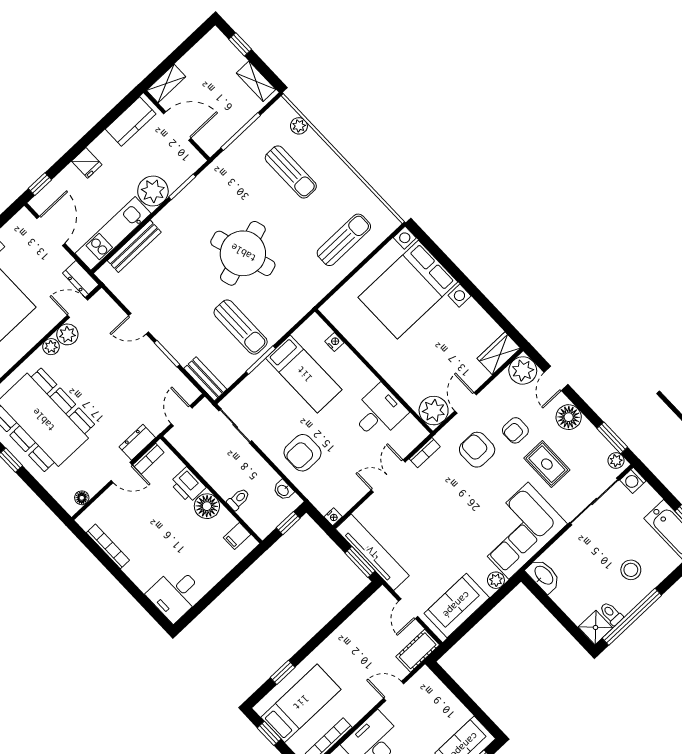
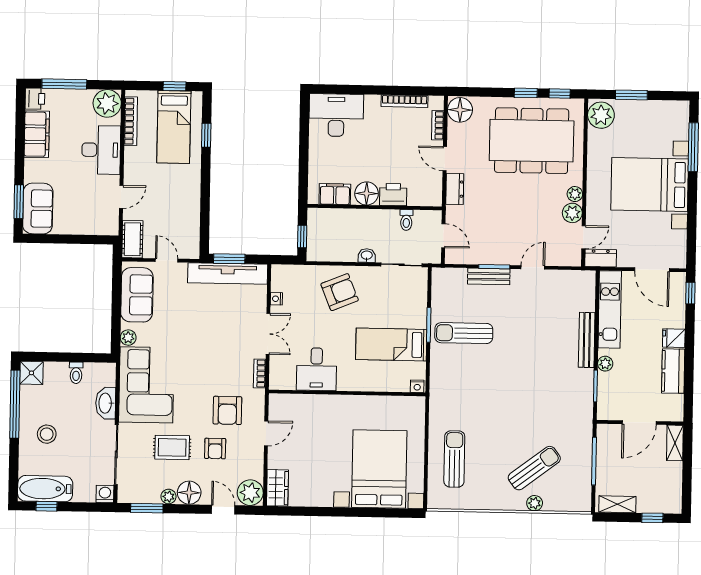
kitchen counter: (131, 122) -> (673, 371), moved
plant: (299, 126) -> (535, 503), moved
sun lounger: (291, 172) -> (534, 468), turned 143
plant: (153, 191) -> (605, 364), width x0.53, depth x0.53
sun lounger: (344, 240) -> (454, 459), turned 180
bench: (134, 246) -> (587, 340), moved
round table: (243, 253) -> (511, 383), removed
nightstand: (334, 342) -> (417, 386), moved
bench: (205, 379) -> (489, 276), moved
door: (466, 403) -> (266, 433), hinge flipped
plant: (434, 411) -> (282, 407), removed
armchair: (515, 430) -> (215, 448), turned 180
armchair: (477, 450) -> (227, 410), turned 90
armchair: (303, 453) -> (340, 292), turned 68
bookcase: (148, 459) -> (438, 125), moved
plant: (616, 461) -> (168, 497), moved
door: (122, 473) -> (445, 159), hinge flipped
washbasin: (283, 490) -> (367, 256), moved
floor lamp: (82, 498) -> (460, 110), width x1.89, depth x1.89
toilet: (238, 499) -> (406, 220), moved
nightstand: (333, 517) -> (276, 299), moved
filing cabinet: (237, 536) -> (335, 194), width x2.00
washbasin: (543, 576) -> (106, 403), moved, turned 90
desk: (175, 594) -> (336, 115), width x1.37
toilet: (611, 614) -> (76, 373), moved, turned 90

